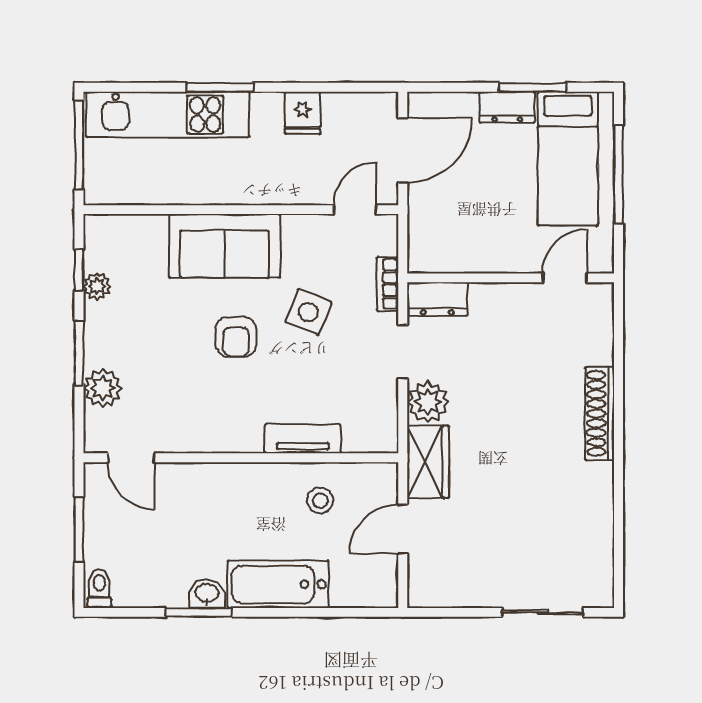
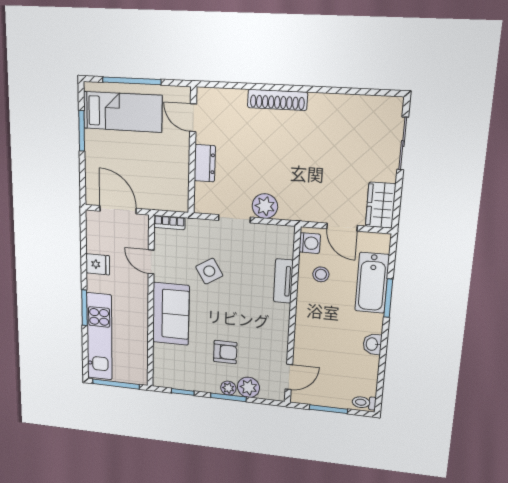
dresser: (507, 107) -> (93, 147), removed
door: (355, 210) -> (151, 262), moved
bookcase: (388, 284) -> (169, 222), moved
plant: (97, 286) -> (228, 388), moved
dresser: (437, 299) -> (205, 163), moved
side table: (308, 312) -> (209, 271), turned 37
armchair: (236, 337) -> (225, 352), moved
wardrobe: (428, 462) -> (381, 205), moved, turned -90
washing machine: (372, 479) -> (310, 243), added
bathtub: (278, 584) -> (372, 283), moved
window: (199, 612) -> (388, 298), moved

